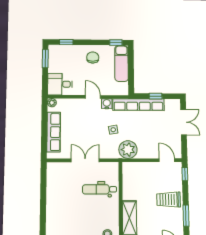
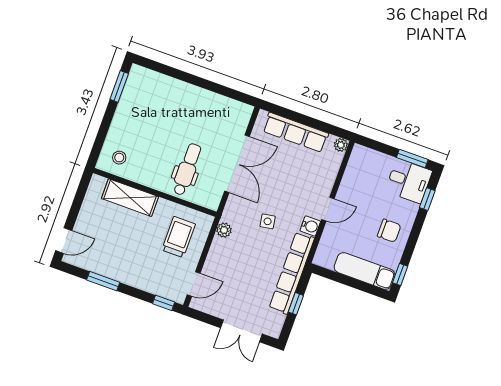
desk: (60, 84) -> (409, 181), moved, turned 90
plant: (128, 150) -> (224, 230), width x0.53, depth x0.53
double door: (85, 160) -> (237, 164), width x1.37
trolley: (169, 200) -> (179, 237), moved

